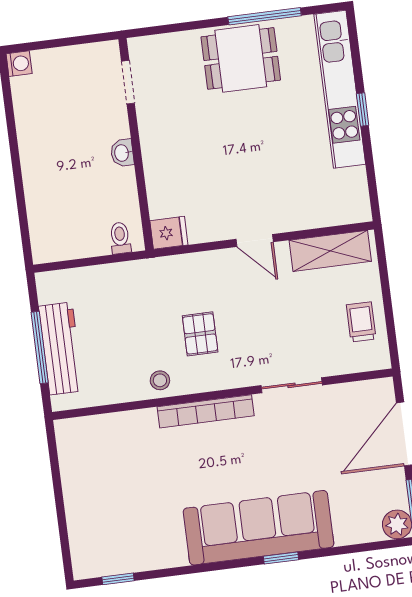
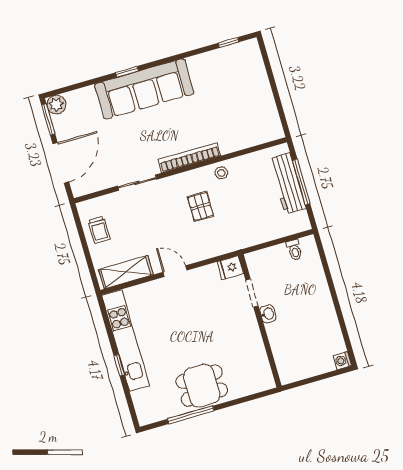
doorway: (128, 82) -> (252, 293), moved
kitchen unit: (340, 89) -> (125, 340), moved
toilet: (120, 238) -> (294, 250), moved

